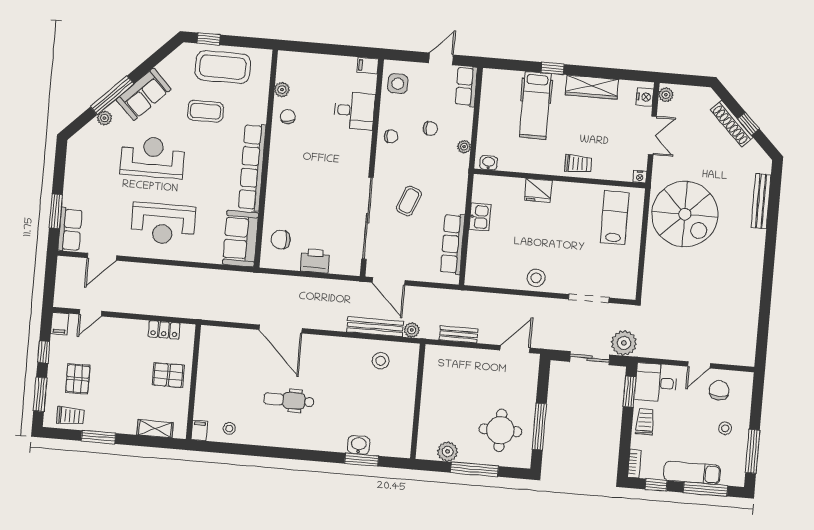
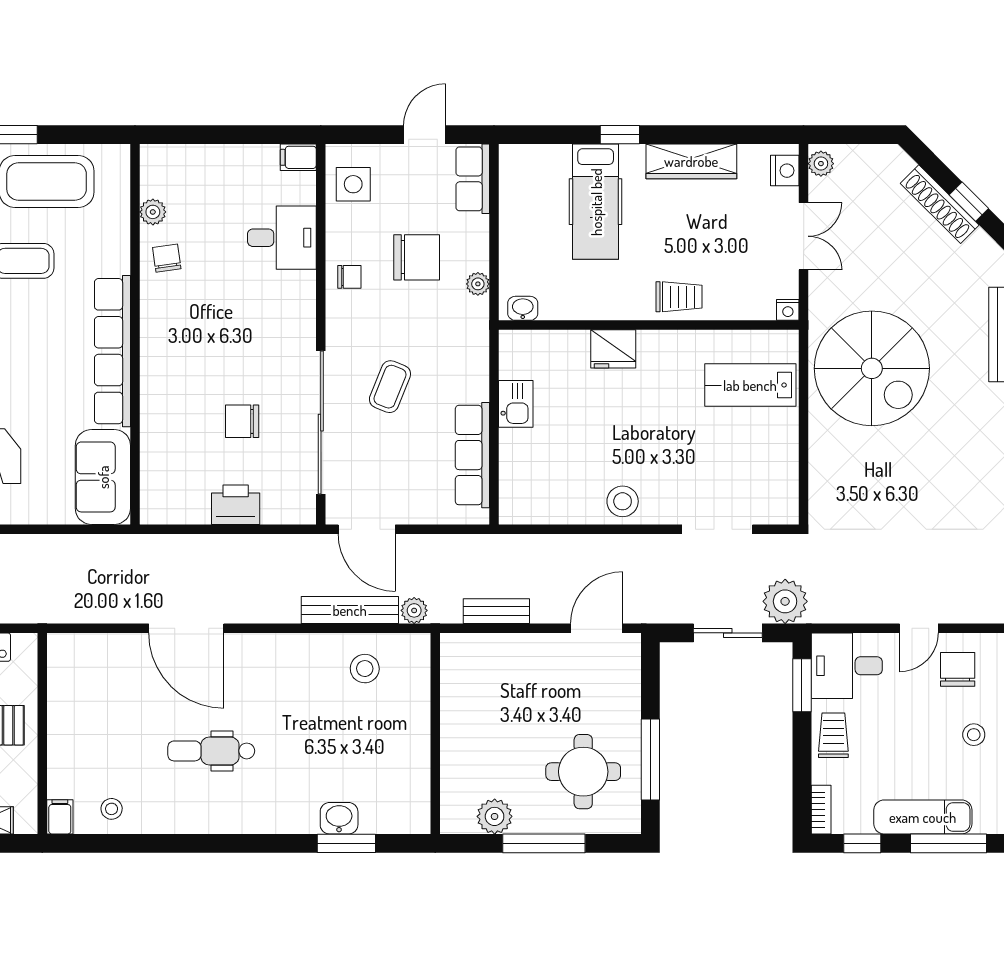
chair: (430, 128) -> (417, 257), width x1.87, depth x1.87
lab bench: (615, 218) -> (750, 385), turned -90
chair: (281, 240) -> (242, 421), moved

